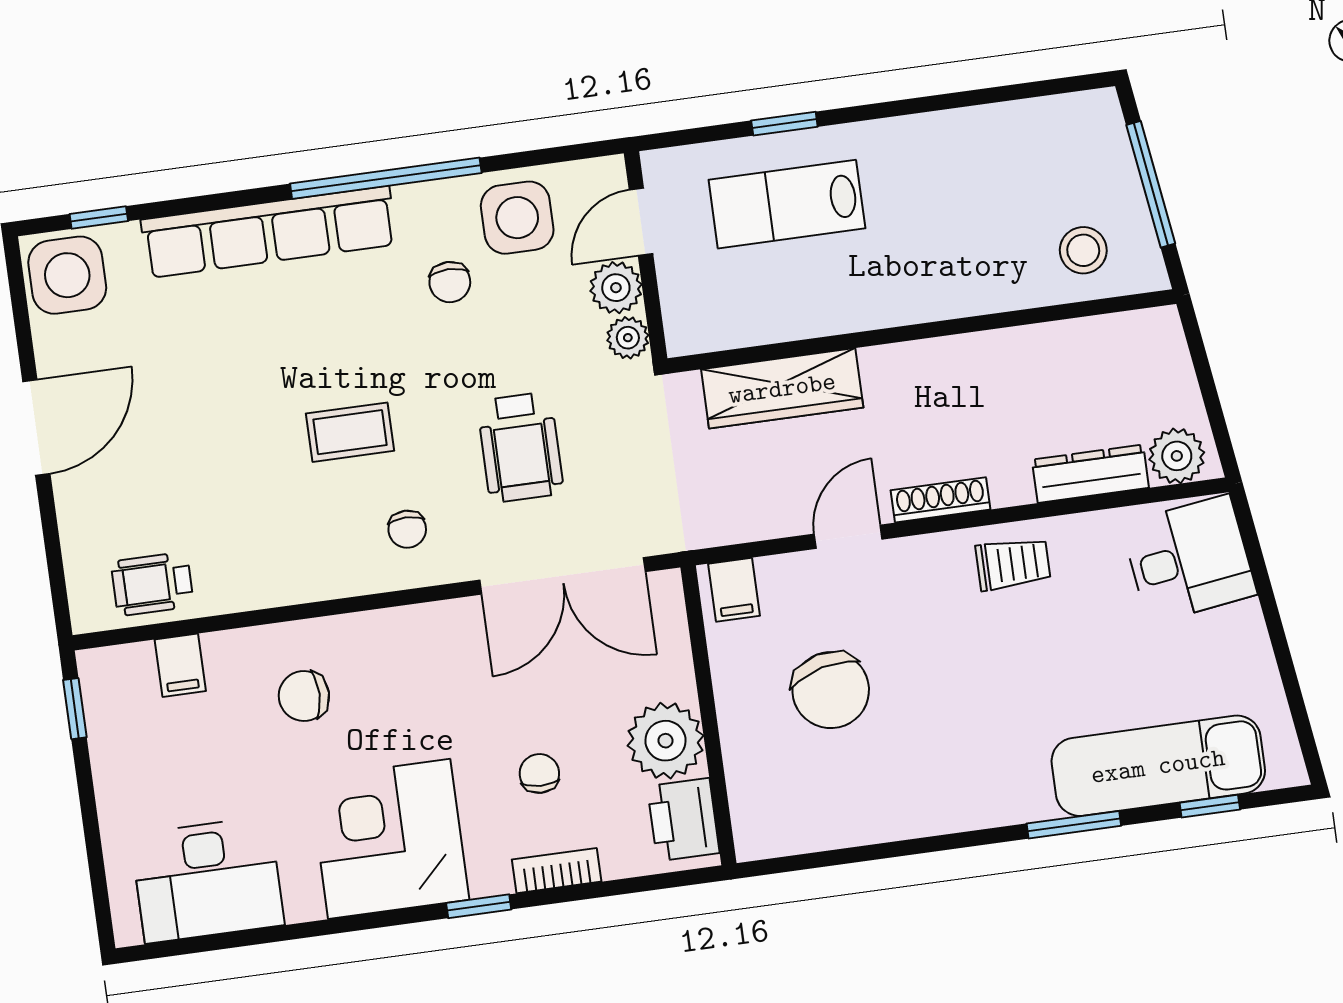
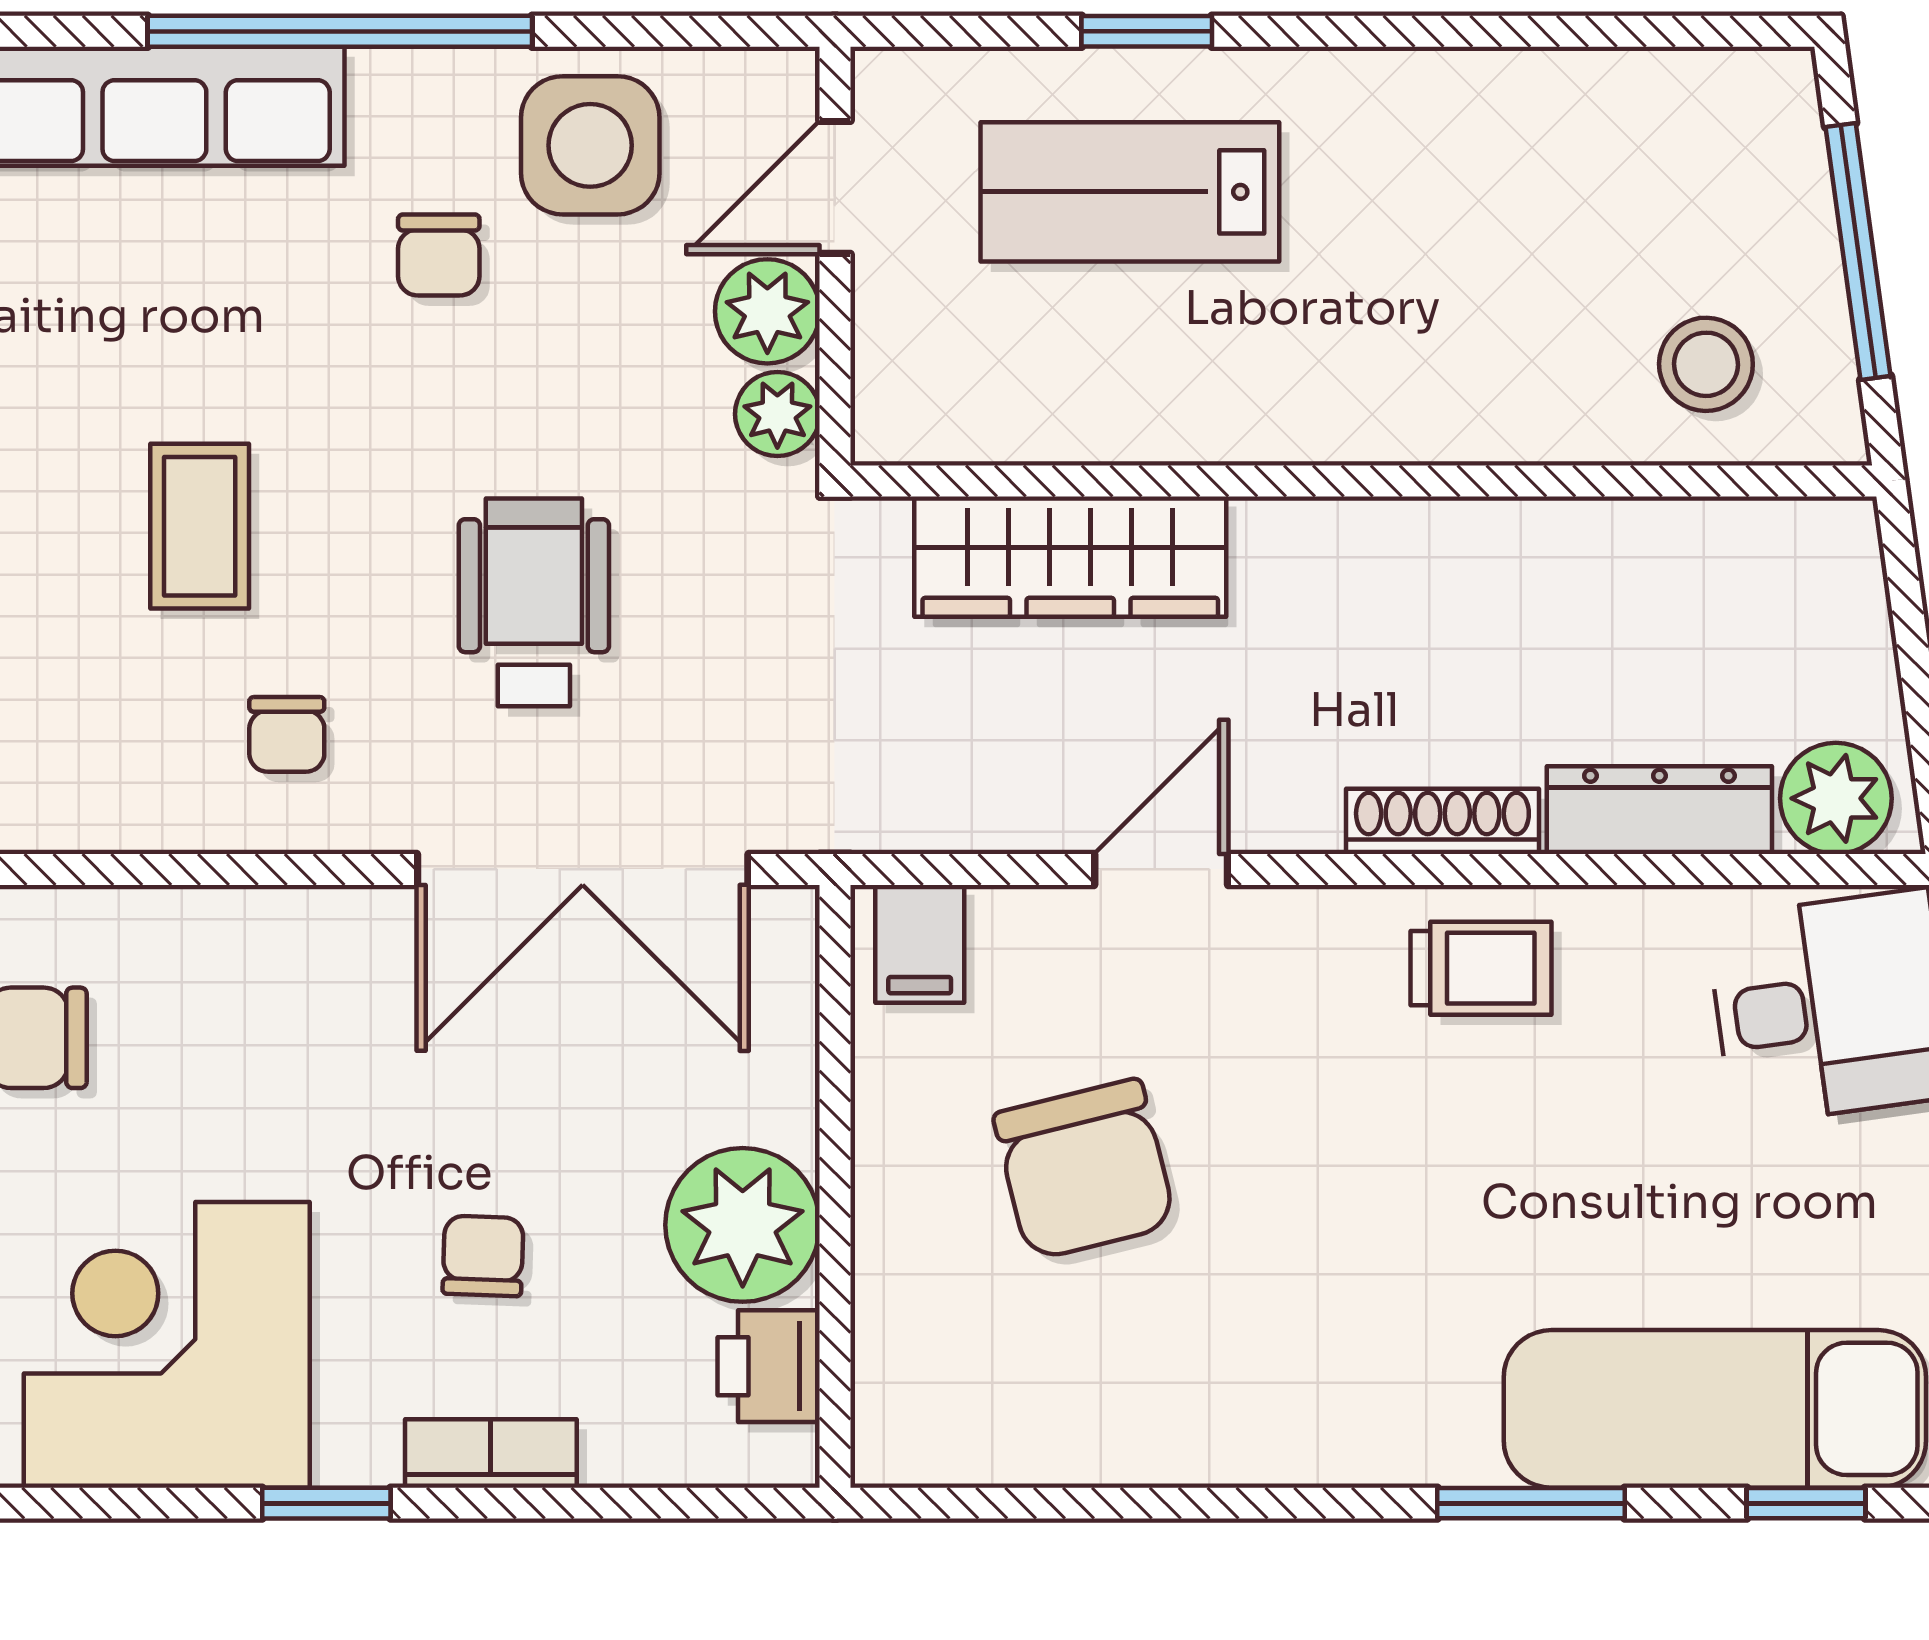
coffee table: (350, 432) -> (200, 526), turned 90
wheelchair: (520, 447) -> (534, 602), turned 180
shoe rack: (940, 500) -> (1442, 821), moved
printer: (683, 820) -> (769, 1366), width x0.73, depth x0.81

